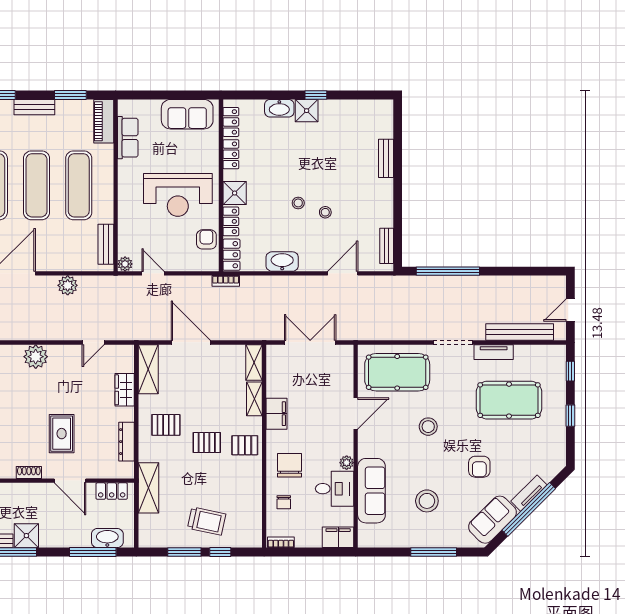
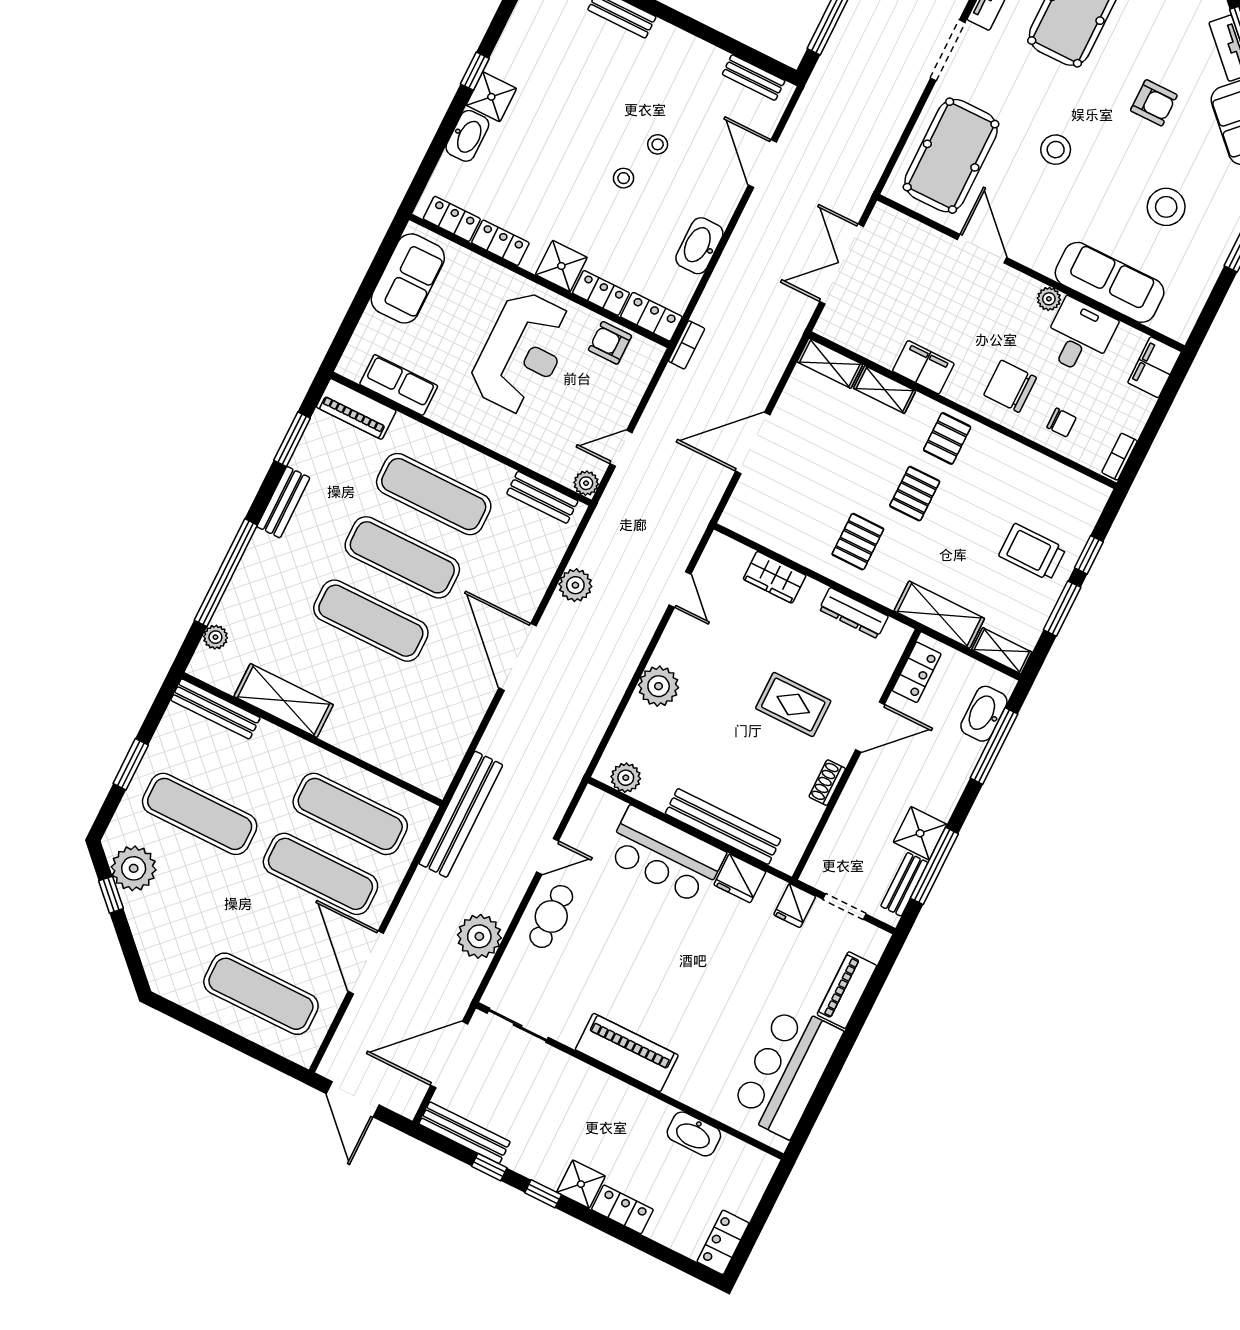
shelving: (148, 369) -> (1002, 651), moved, width x0.67, depth x0.75
trolley: (207, 521) -> (1032, 552), turned -102

